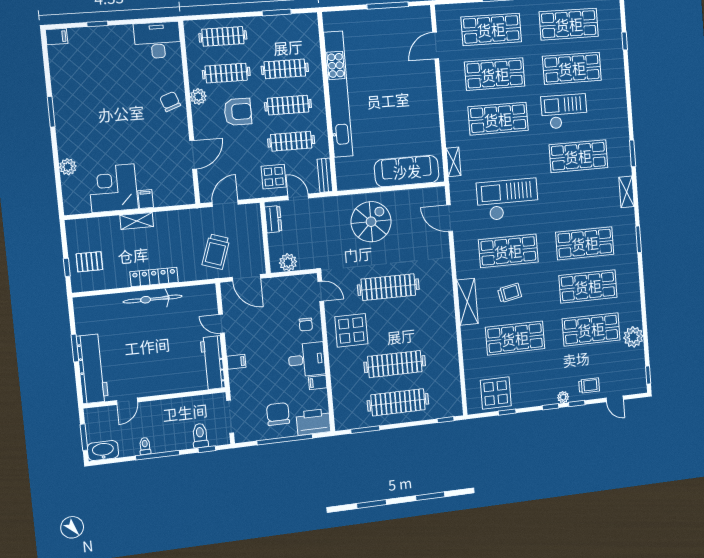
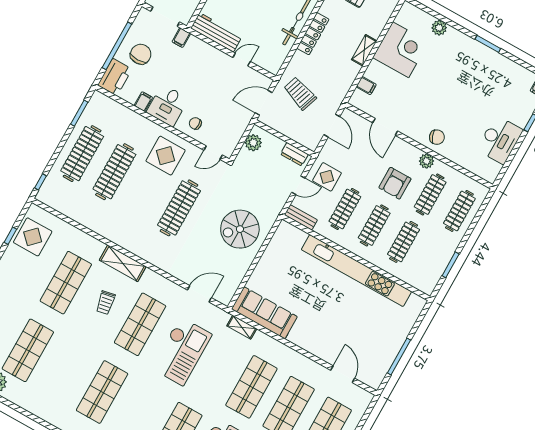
desk: (157, 40) -> (500, 140), moved
sofa: (407, 171) -> (264, 313), moved, turned -90
filing cabinet: (146, 199) -> (366, 86), moved
spiral stairs: (371, 222) -> (240, 229), turned 90
shop shelf: (588, 286) -> (65, 371), removed
filing cabinet: (236, 362) -> (181, 38), moved
chair: (278, 414) -> (141, 54), turned -90

